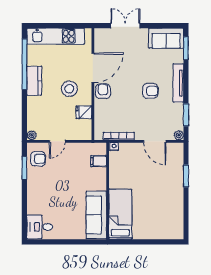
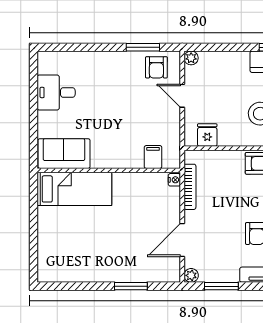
fridge: (84, 112) -> (207, 135), moved
sofa: (96, 215) -> (64, 154), width x0.73
desk: (40, 227) -> (56, 92), moved, turned -90

